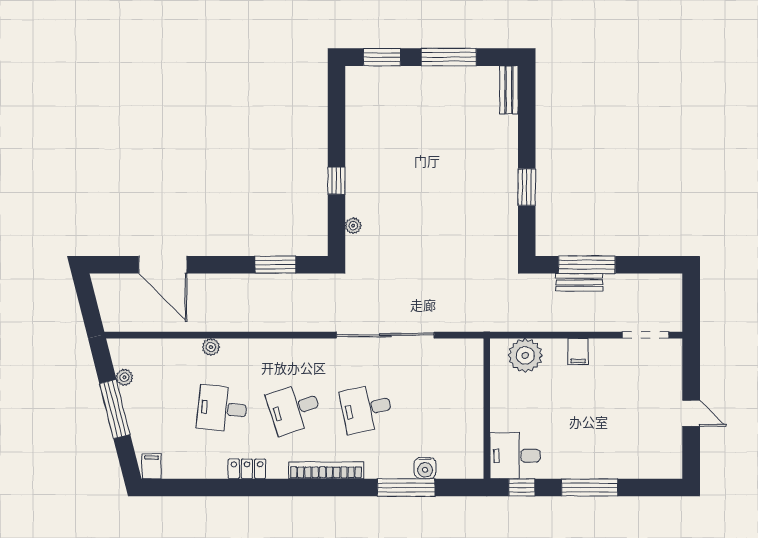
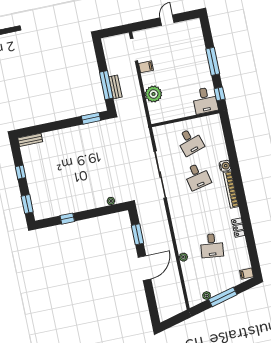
window: (449, 57) -> (21, 172), width x0.46
window: (336, 181) -> (67, 219), moved
window: (527, 187) -> (91, 118), moved
door: (163, 265) -> (144, 268), moved
filing cabinet: (578, 352) -> (146, 67), moved
plant: (525, 355) -> (153, 94), moved
desk: (294, 409) -> (190, 142), moved
water cooler: (425, 468) -> (225, 166), moved
window: (406, 487) -> (231, 149), removed

